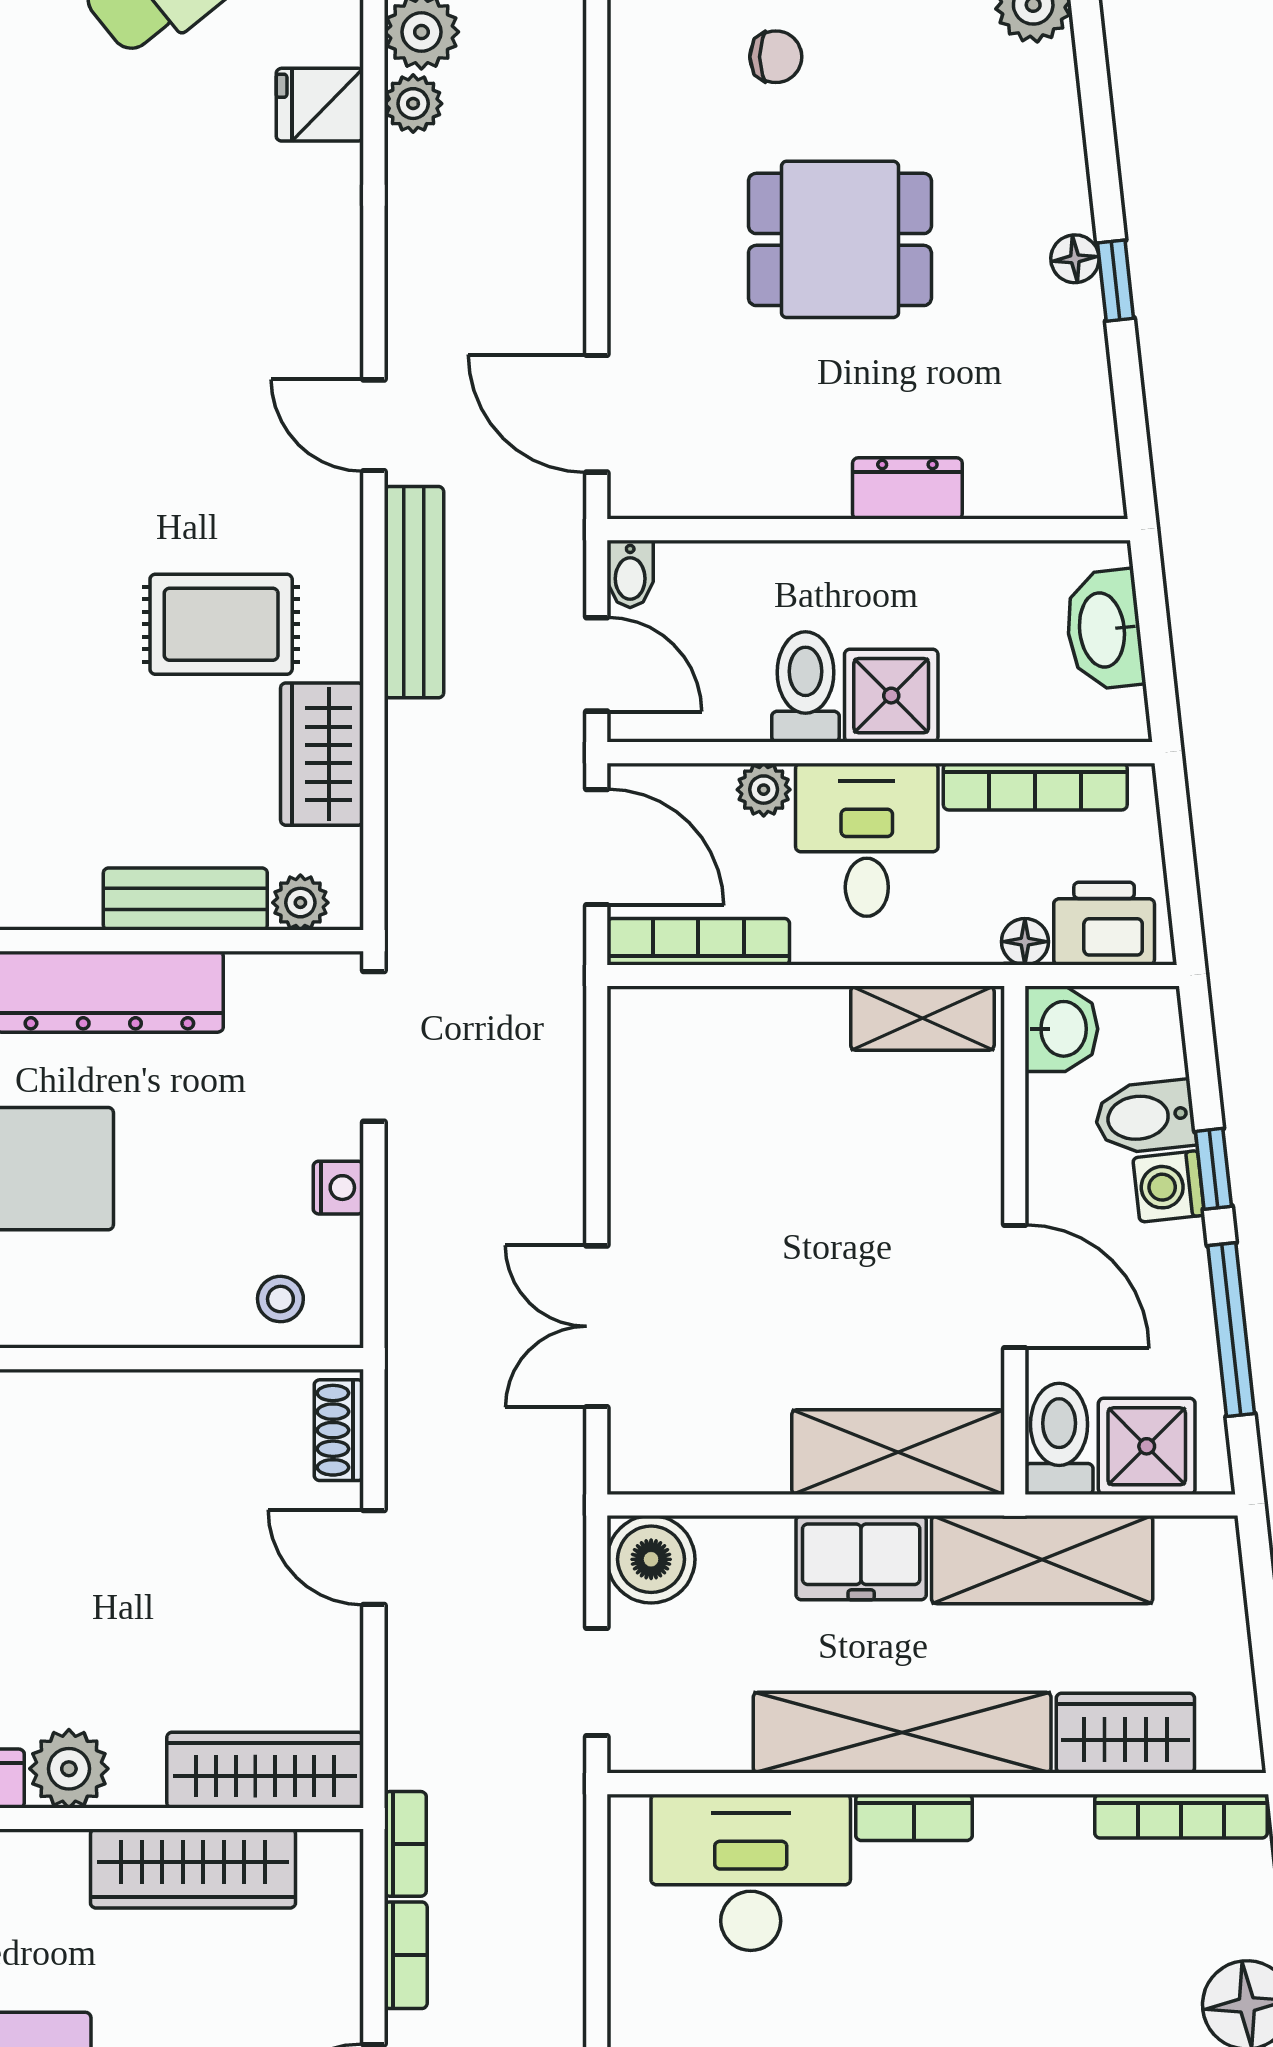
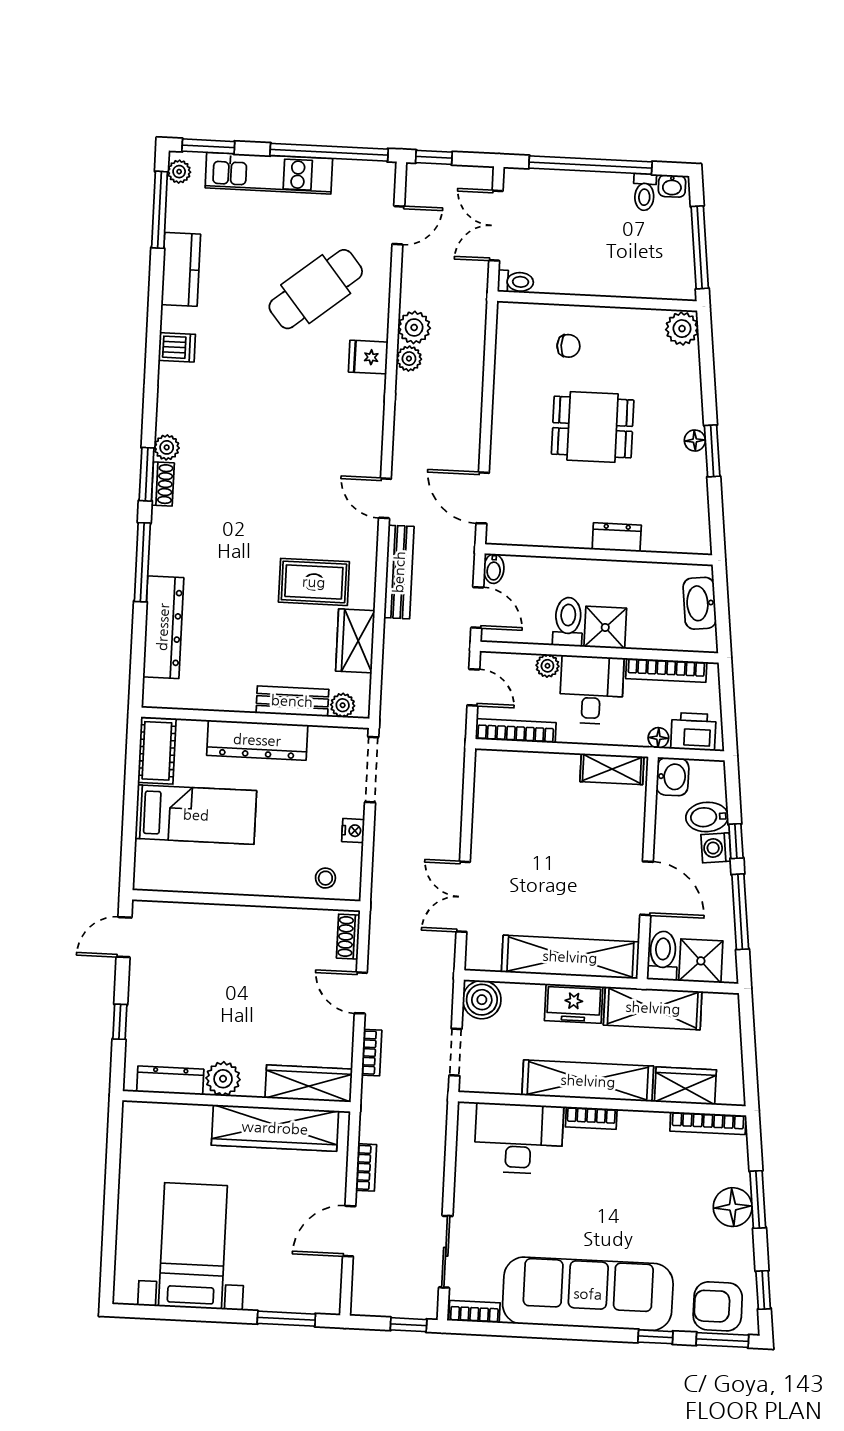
window: (1116, 281) -> (712, 451), width x1.50
door: (597, 847) -> (473, 687), width x0.73
shelving: (898, 1452) -> (570, 957), width x1.47
bookcase: (405, 1844) -> (372, 1053), moved
wardrobe: (193, 1868) -> (275, 1128), width x1.40, depth x1.17

